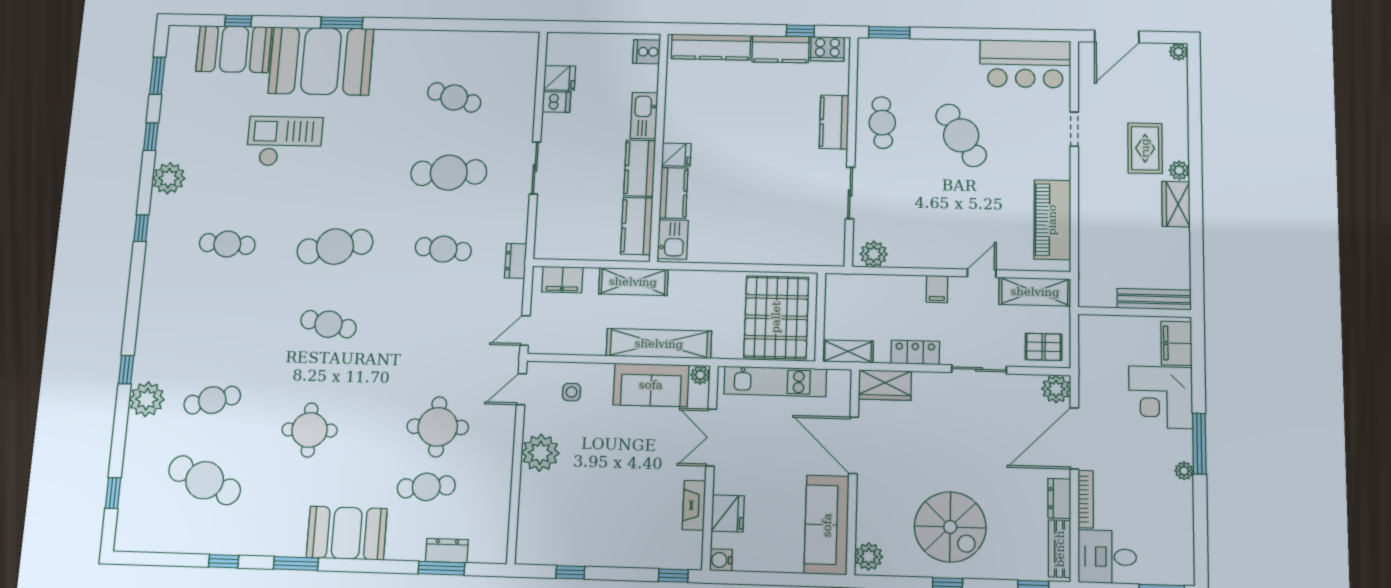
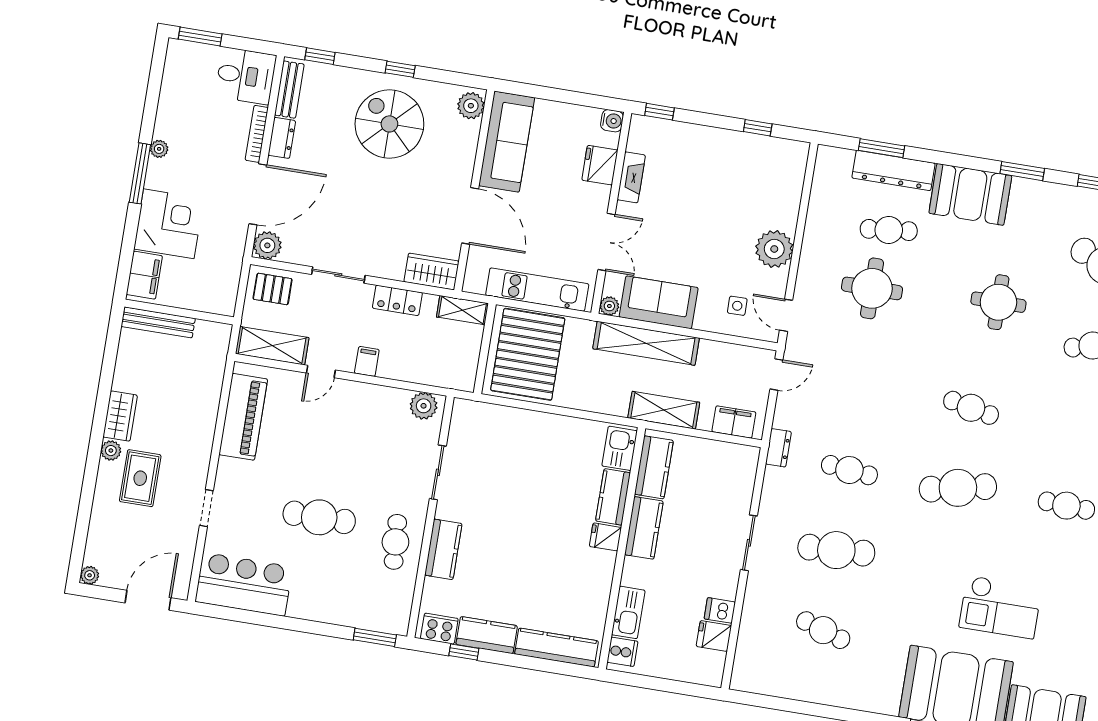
kitchen sink: (644, 116) -> (628, 612), moved
cafe table: (961, 135) -> (319, 517), turned -58
door: (521, 389) -> (786, 315), swing flipped
dresser: (447, 551) -> (893, 170), width x1.96, depth x1.24

